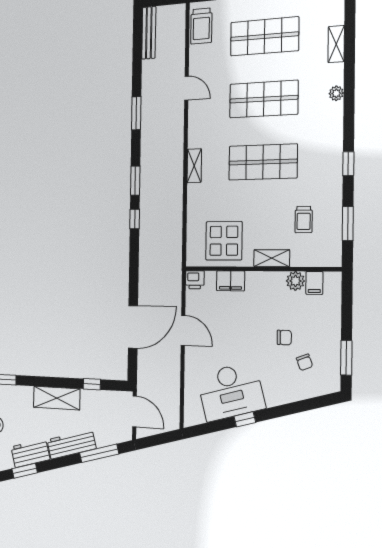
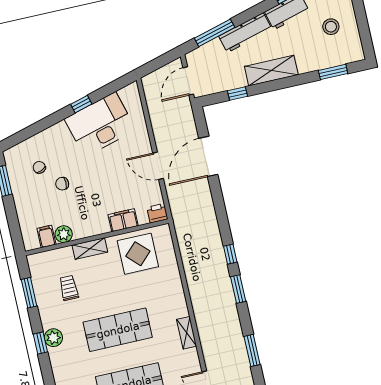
shelving: (194, 166) -> (187, 333), moved
plant: (333, 167) -> (53, 338), added
door: (134, 411) -> (188, 81), hinge flipped

